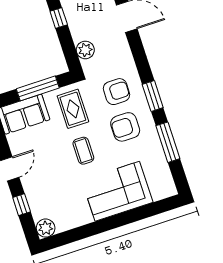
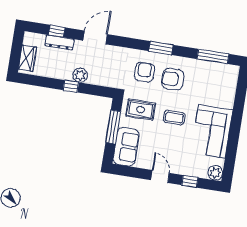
plant: (85, 50) -> (80, 75), moved
armchair: (125, 127) -> (173, 79), turned 88
window: (168, 142) -> (213, 56), moved
corner sofa: (117, 191) -> (212, 131), moved

